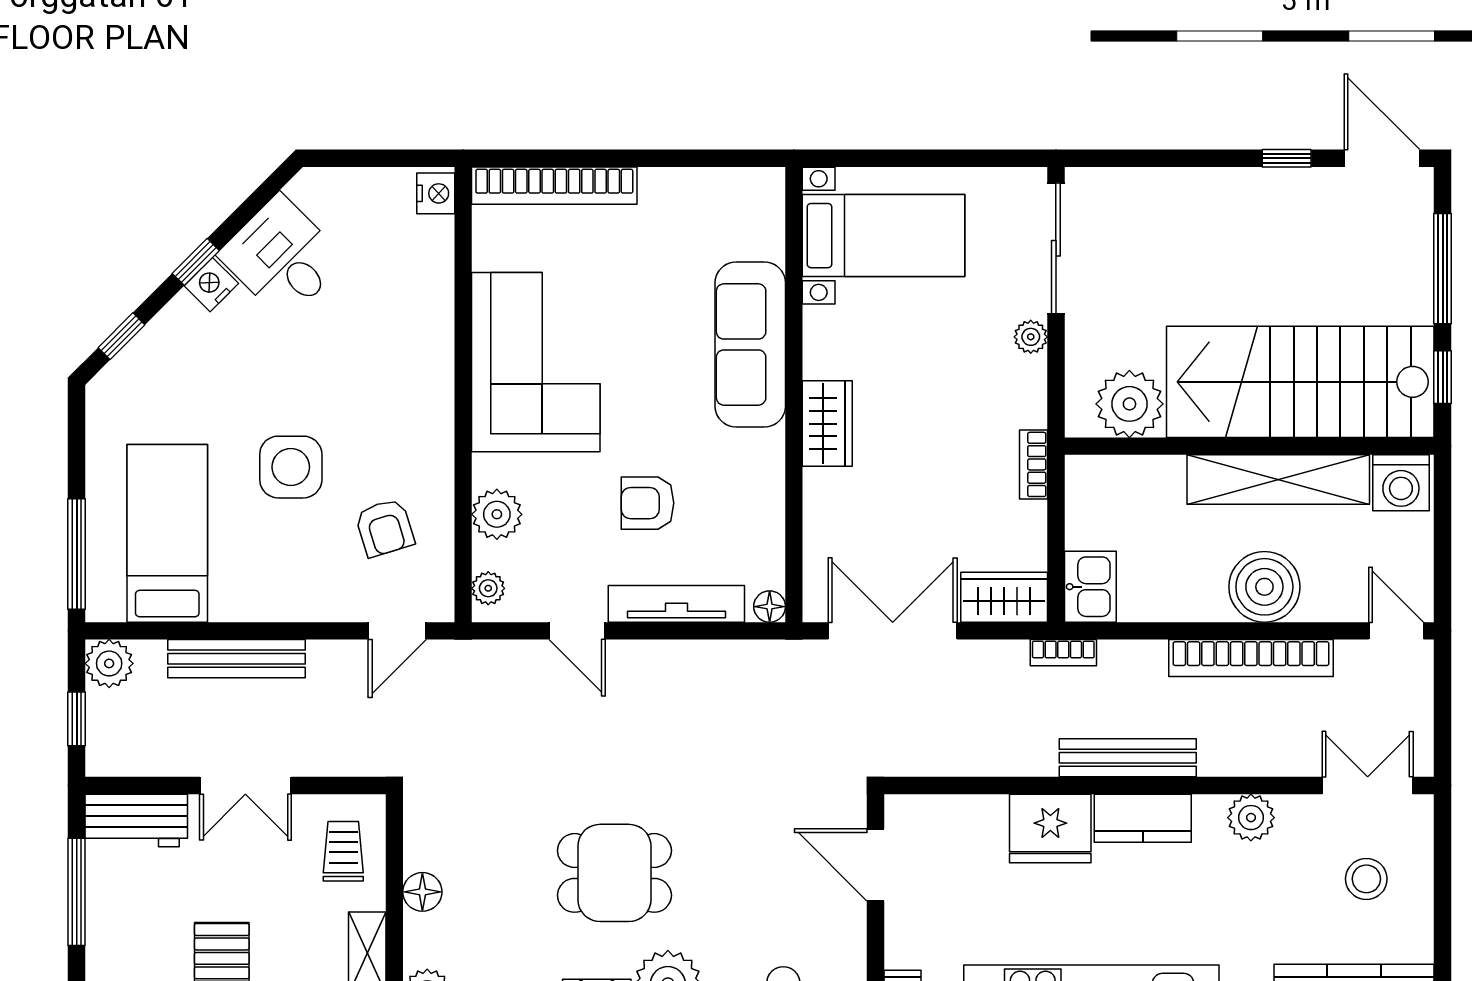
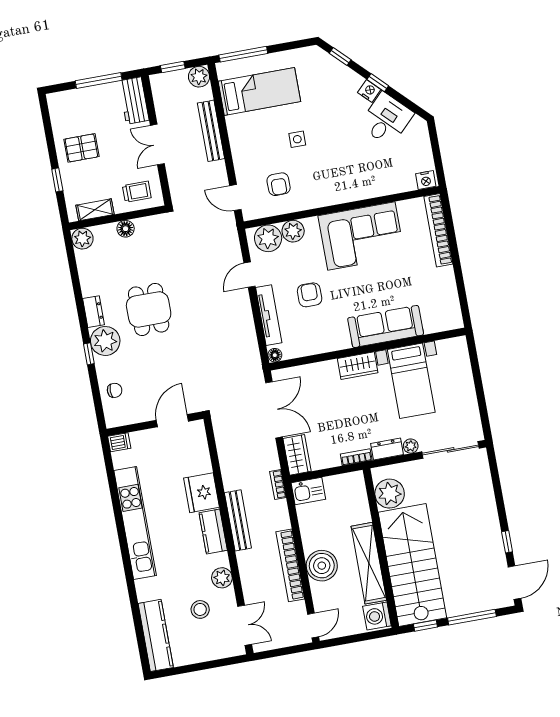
bed with nightstands: (883, 236) -> (411, 381), moved
dresser: (1028, 392) -> (387, 449), added
side table: (291, 467) -> (297, 139), width x0.54, depth x0.54
armchair: (385, 528) -> (279, 184), turned -73
plant: (488, 588) -> (268, 238), width x1.88, depth x1.88
stool: (1366, 879) -> (200, 609), moved

